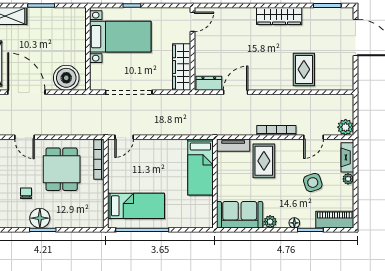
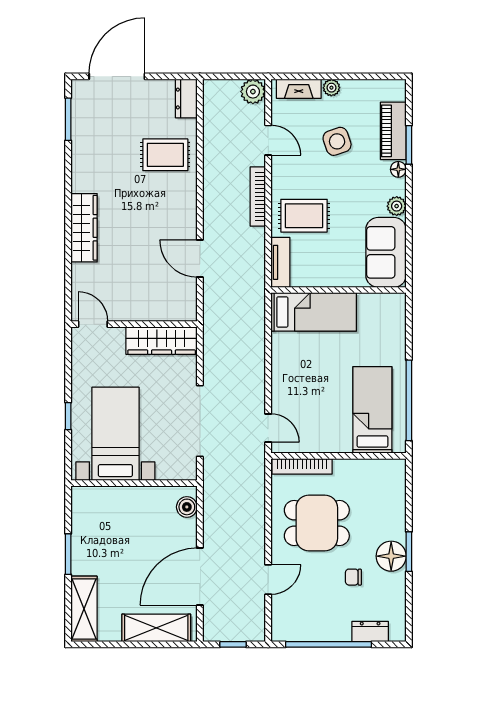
wardrobe: (279, 16) -> (84, 228), moved
boiler: (66, 78) -> (187, 507), width x0.54, depth x0.54
dresser: (209, 83) -> (186, 99), moved
piano: (335, 220) -> (393, 131), moved

